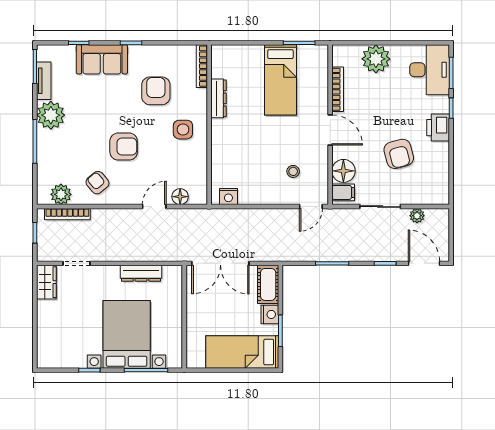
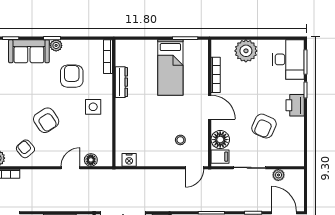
plant: (136, 52) -> (56, 45), added
armchair: (124, 147) -> (46, 120), turned 57
armchair: (399, 154) -> (264, 126), turned 39

